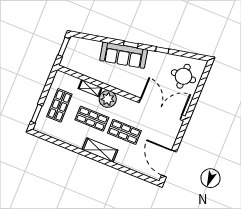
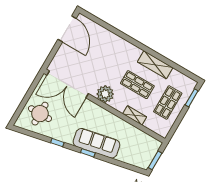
plant: (108, 99) -> (105, 94), moved
shop shelf: (124, 132) -> (107, 67), removed
shelving: (100, 150) -> (155, 65), moved

